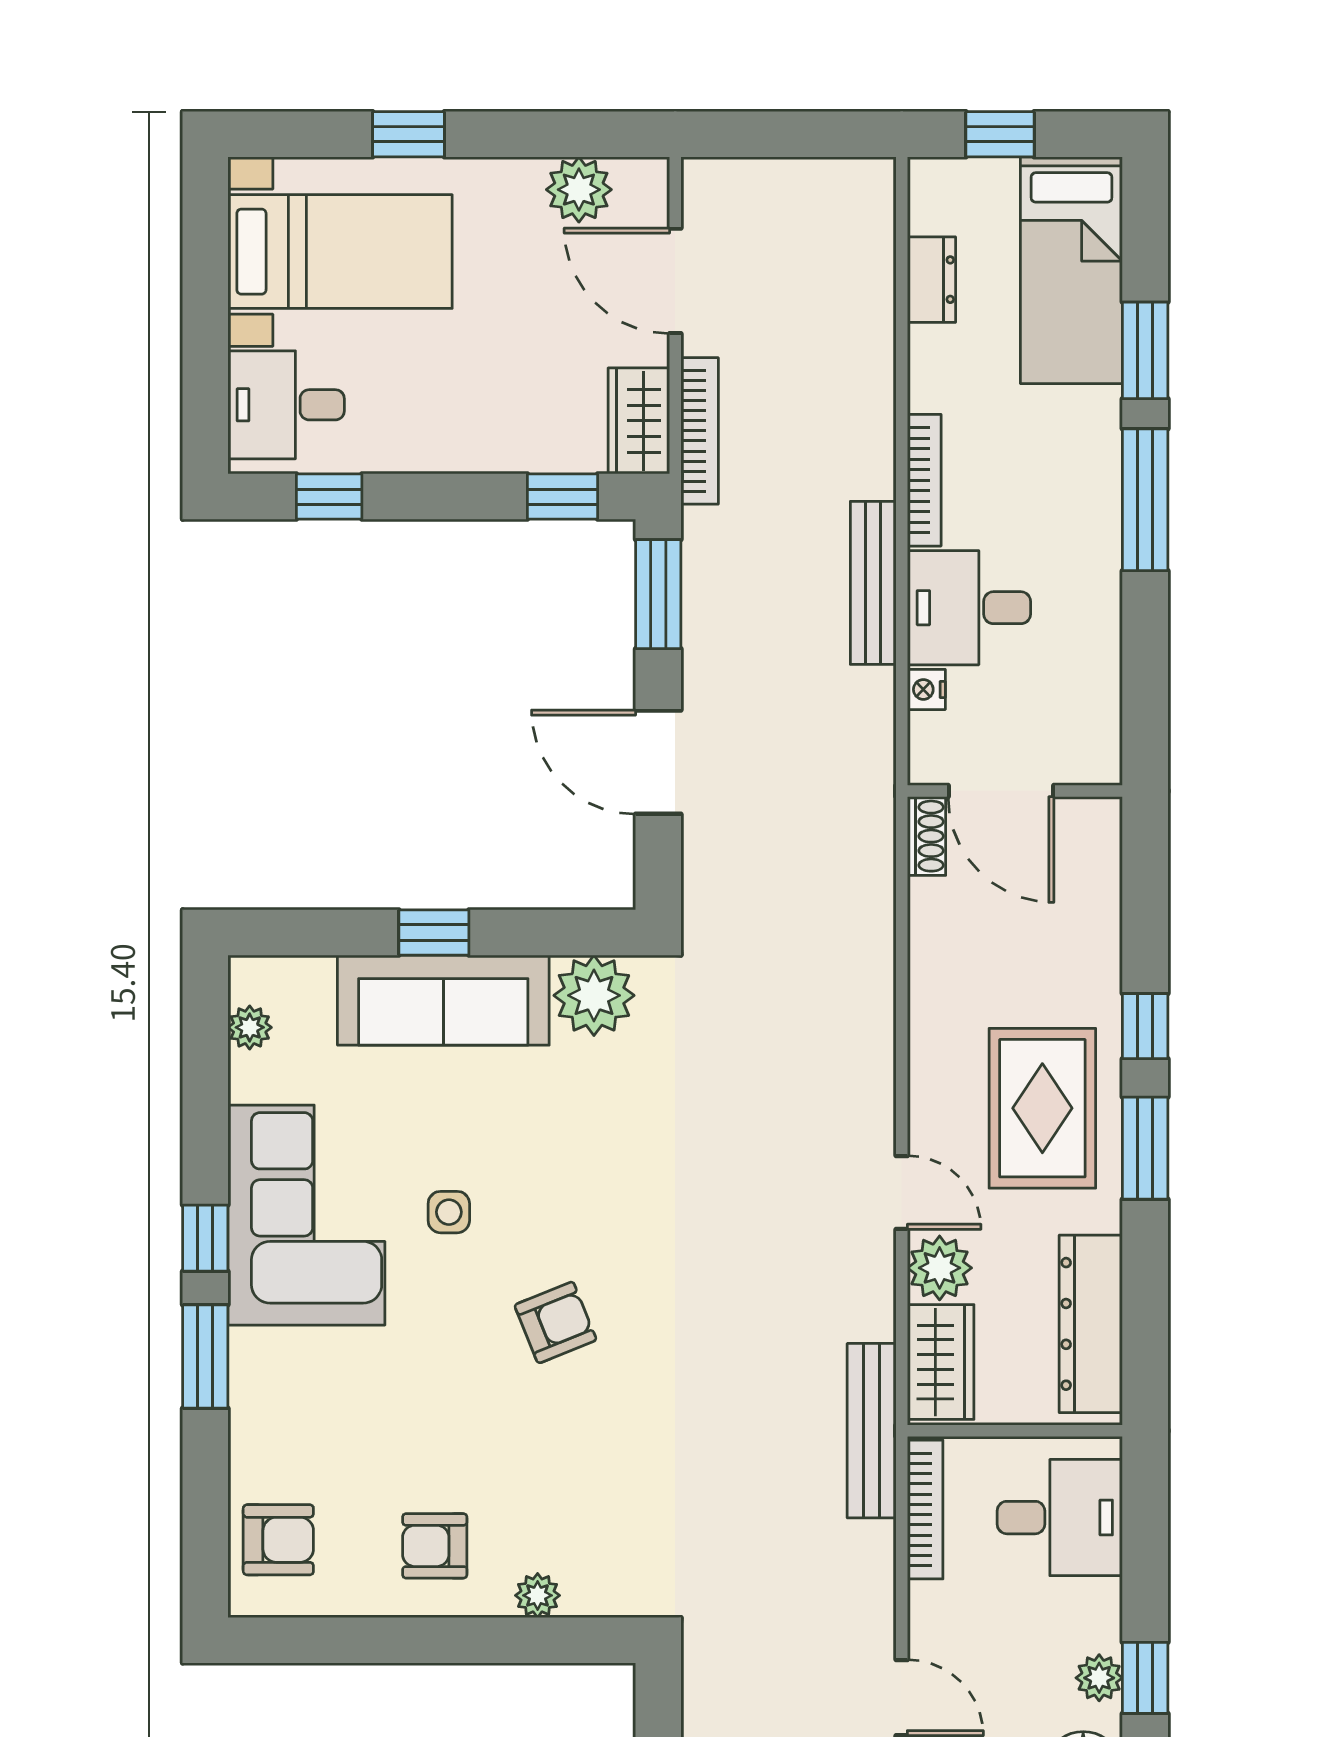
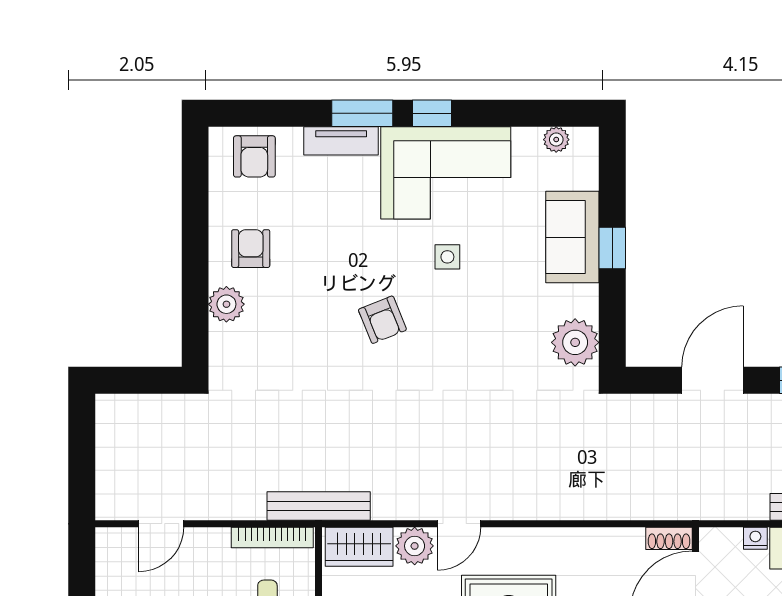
sofa: (443, 1000) -> (572, 237), width x0.73
tv unit: (252, 1393) -> (341, 141), added
plant: (538, 1595) -> (226, 304), width x1.38, depth x1.38

